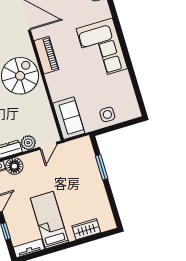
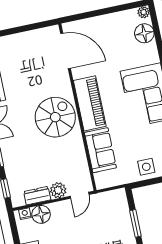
piano: (46, 55) -> (90, 103), width x1.37, depth x1.33
sofa: (69, 118) -> (100, 150), moved

